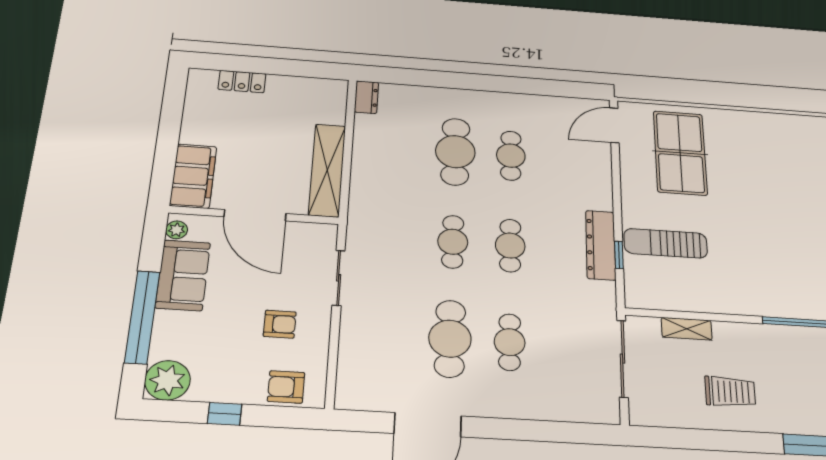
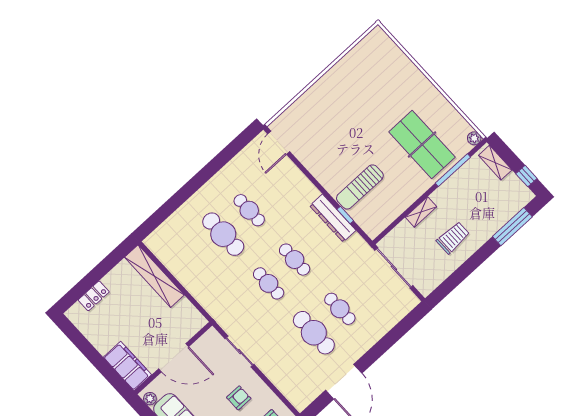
dresser: (366, 97) -> (155, 246), removed
table tennis table: (680, 153) -> (422, 144), moved
shelving: (327, 170) -> (154, 276), moved
shelving: (687, 329) -> (421, 212), moved

